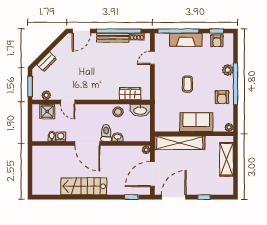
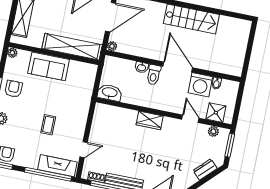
fireplace: (186, 40) -> (57, 166), moved
coffee table: (187, 84) -> (48, 125), moved
wardrobe: (130, 94) -> (150, 120), moved
stool: (118, 112) -> (135, 96), removed
washing machine: (61, 137) -> (200, 85), width x1.89, depth x1.89

